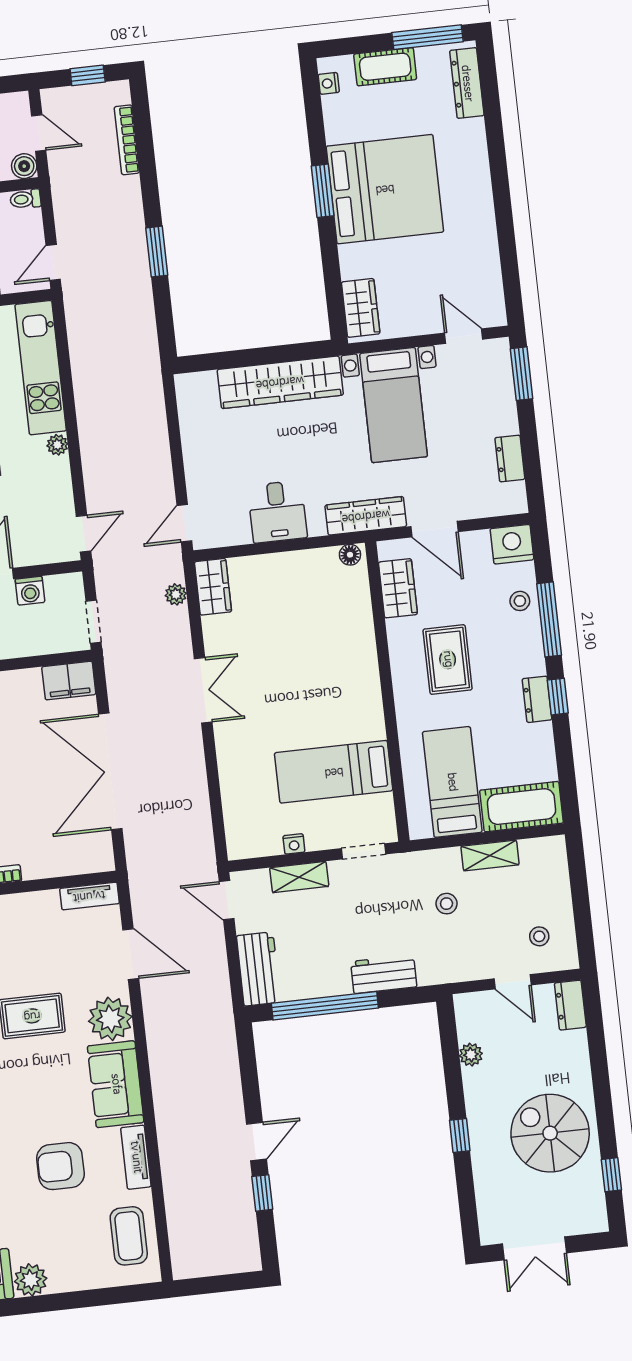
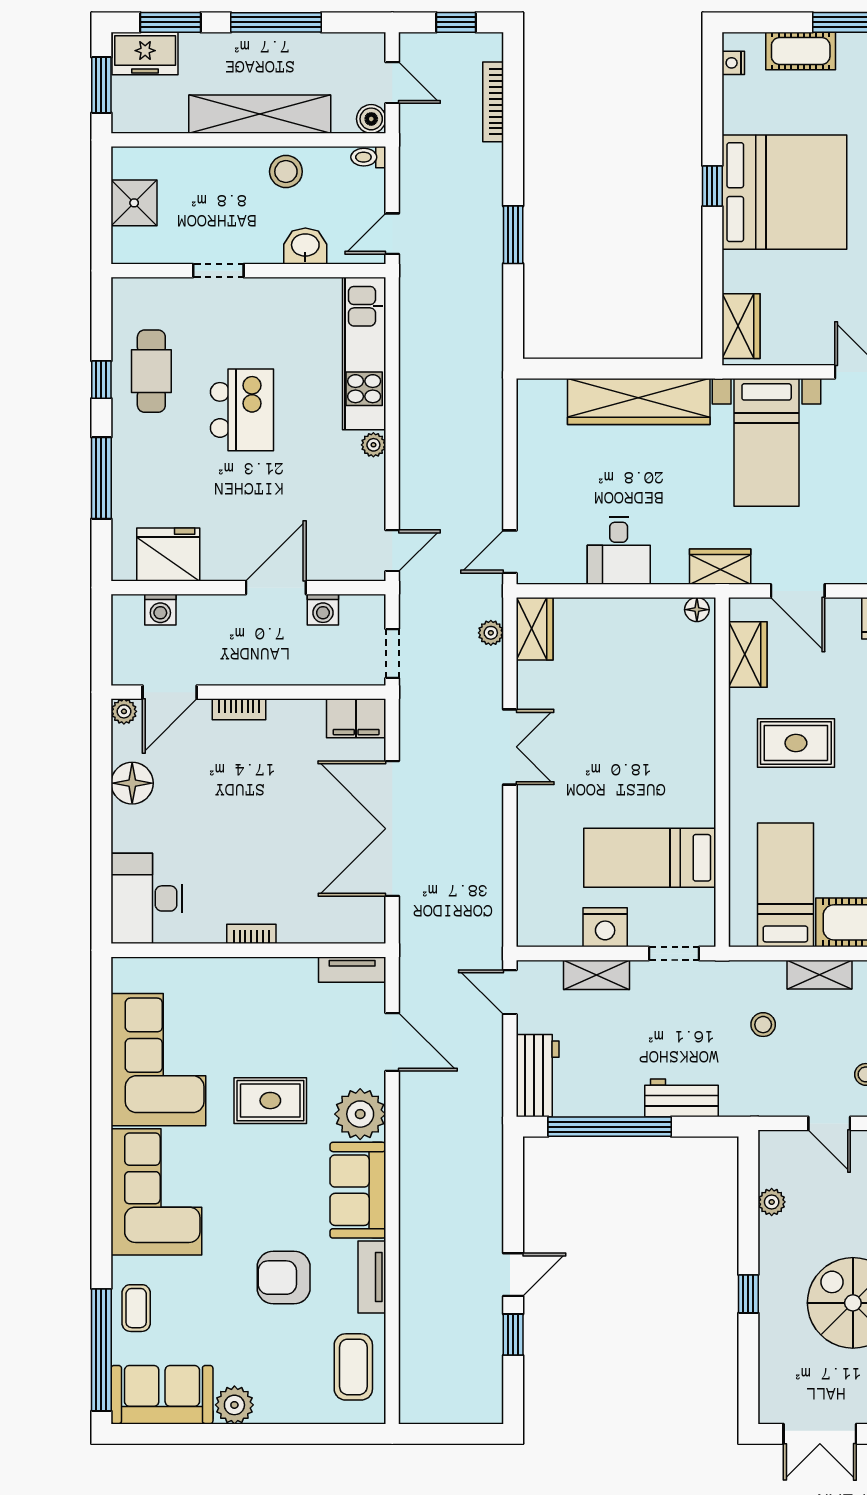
window: (323, 191) -> (712, 186), width x0.67
wardrobe: (366, 516) -> (720, 567), width x0.67
rug: (448, 659) -> (796, 743), turned 90
nightstand: (294, 844) -> (605, 927), width x1.89, depth x1.79

